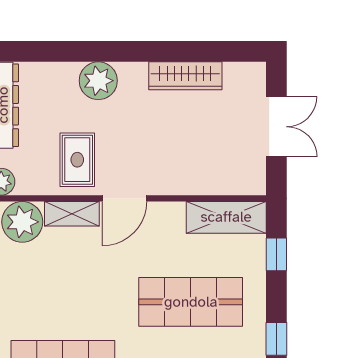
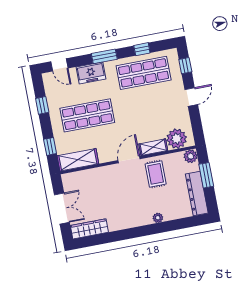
wardrobe: (185, 76) -> (89, 229), moved
plant: (98, 81) -> (158, 218), width x0.53, depth x0.53
double door: (276, 127) -> (62, 209), swing flipped

